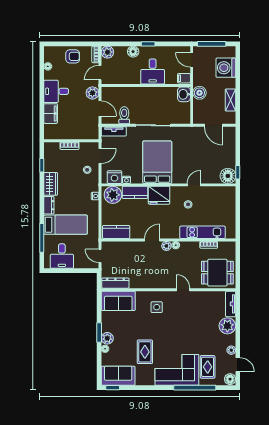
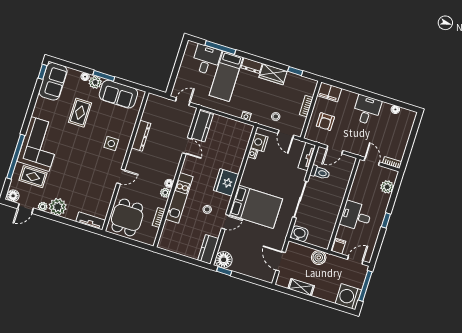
plant: (107, 52) -> (387, 187), moved
floor lamp: (133, 52) -> (383, 202), removed
armchair: (73, 56) -> (325, 122), moved
washing machine: (226, 68) -> (348, 297), moved, turned -90
plant: (92, 93) -> (353, 147), removed
washbasin: (184, 94) -> (299, 234), moved
filing cabinet: (51, 114) -> (329, 92), moved
door: (213, 125) -> (281, 261), hinge flipped
bed: (157, 162) -> (256, 207), moved
door: (194, 185) -> (225, 222), hinge flipped
kitchen counter: (135, 192) -> (208, 249), moved
plant: (113, 195) -> (242, 135), removed
kitchen unit: (202, 232) -> (179, 198), moved
door: (152, 240) -> (187, 146), moved
plant: (166, 246) -> (165, 193), moved
desk: (62, 256) -> (206, 60), moved, turned 90
dresser: (115, 283) -> (141, 136), moved
sofa: (118, 301) -> (118, 94), moved, turned -90
plant: (227, 326) -> (58, 207), moved
rug: (145, 352) -> (80, 113), moved, turned 90

